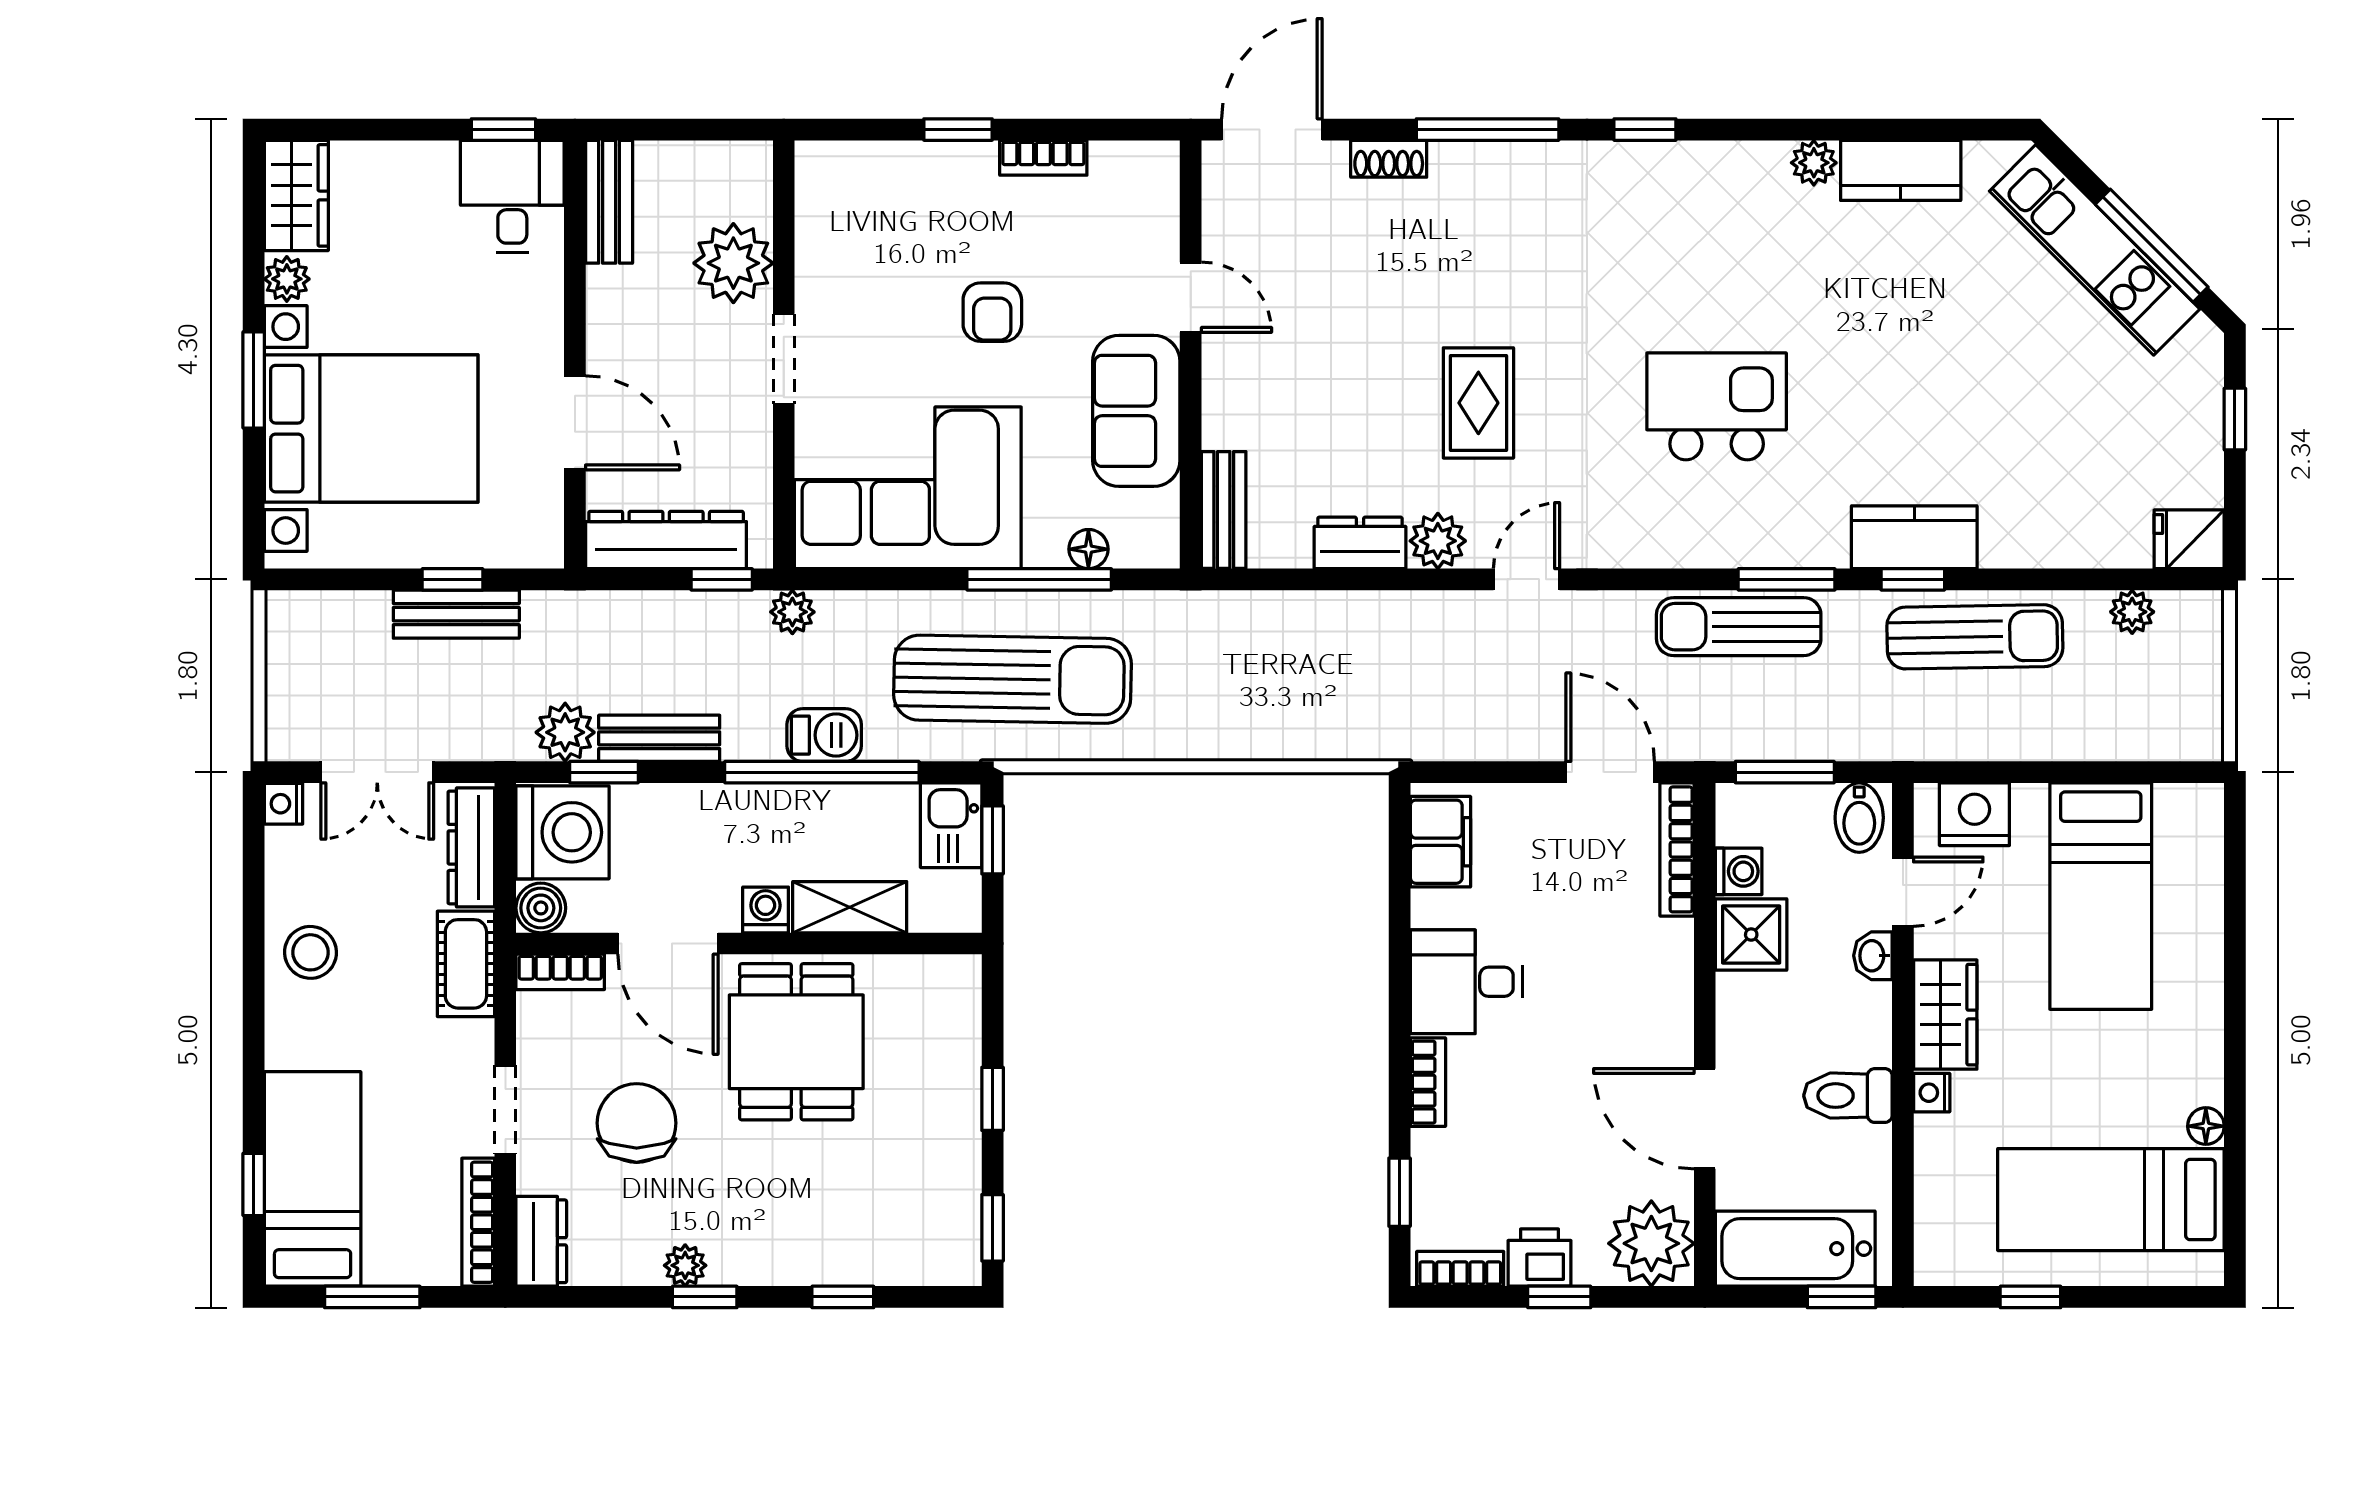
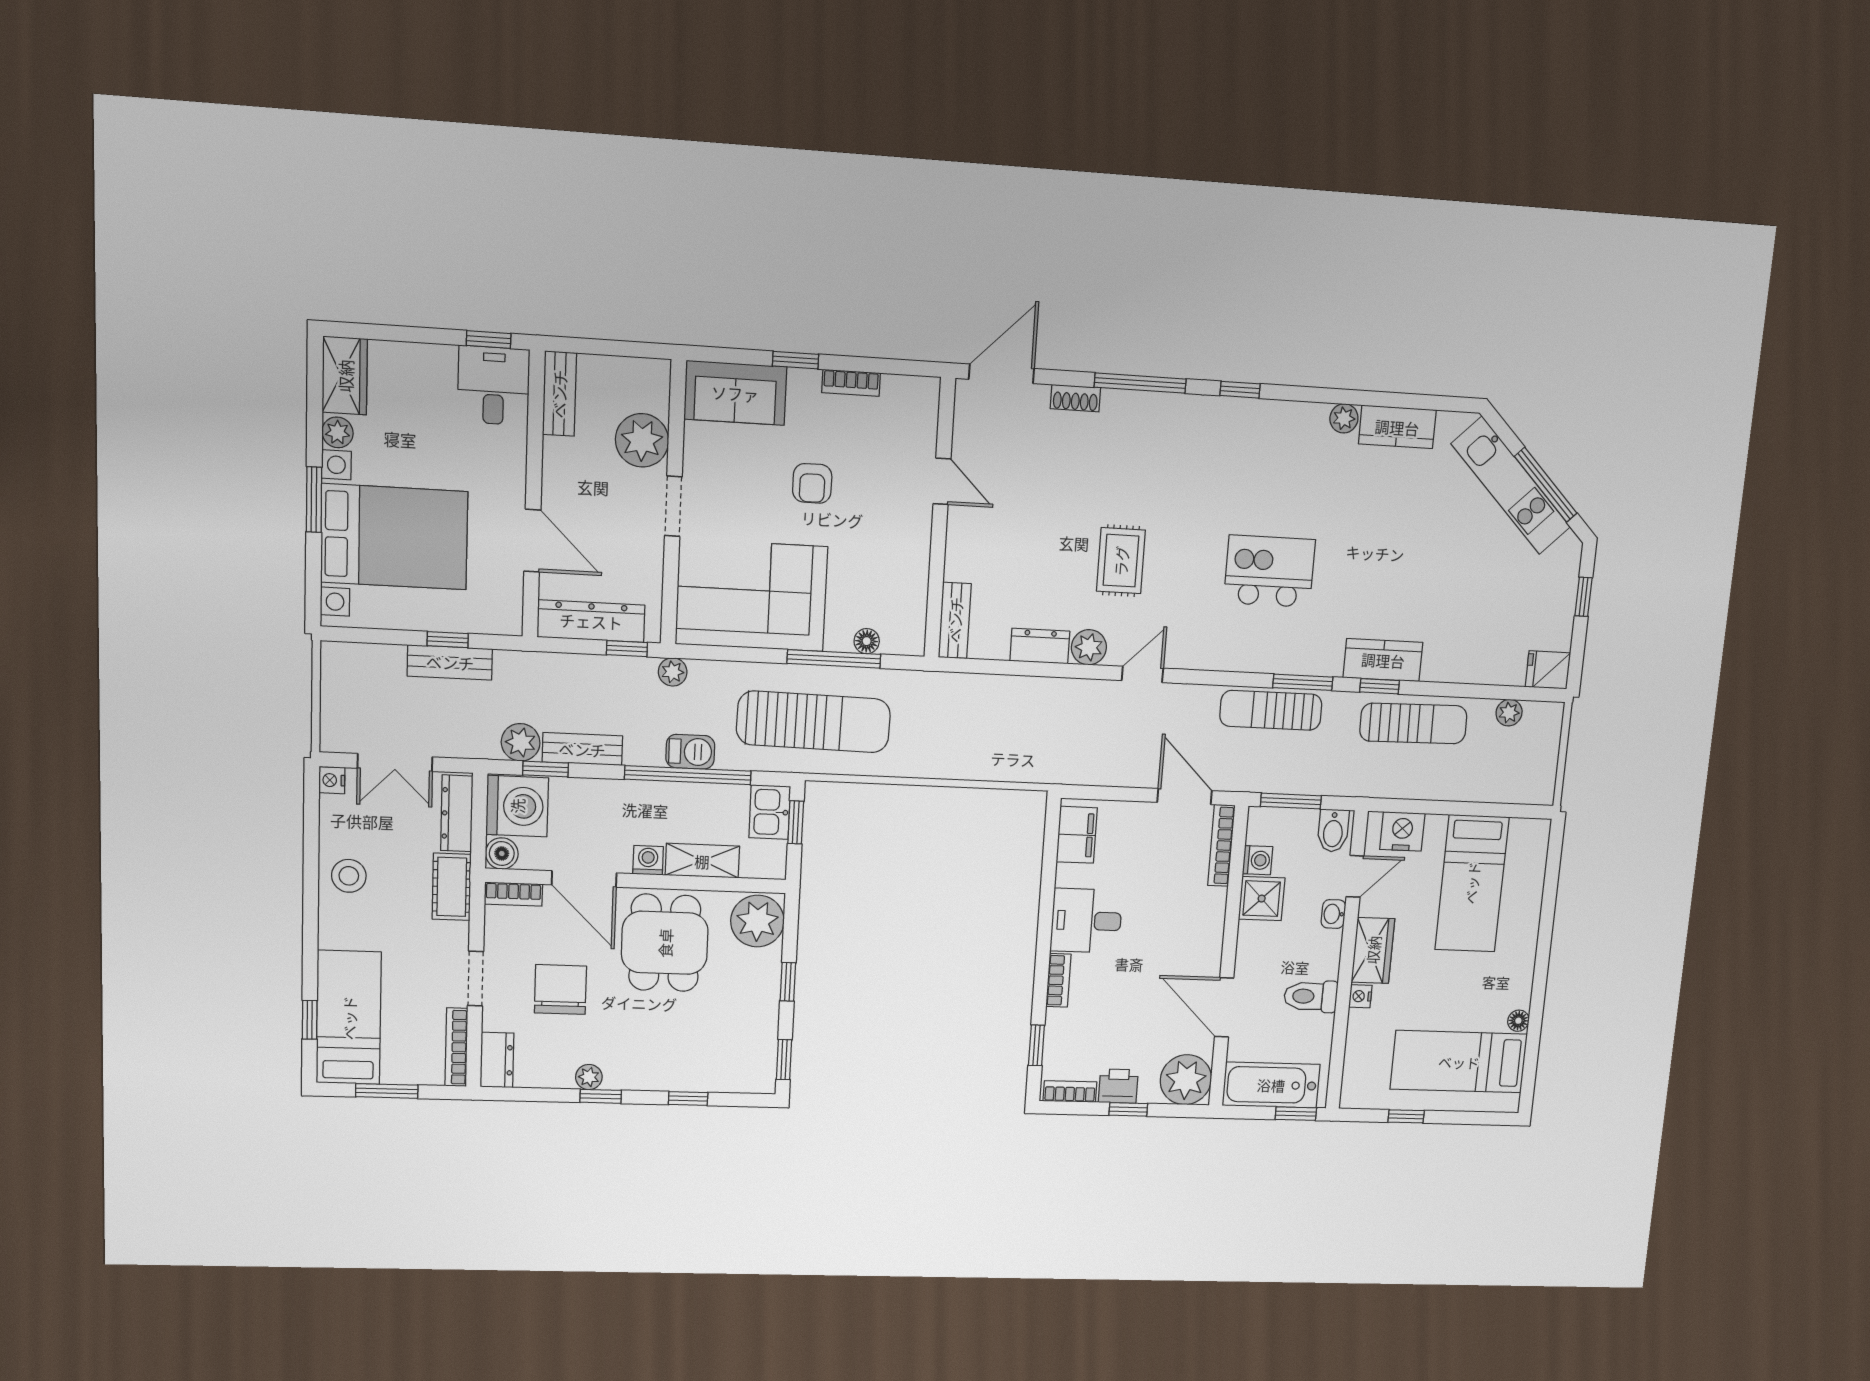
sofa: (1136, 411) -> (735, 393), moved, turned -90
plant: (940, 1001) -> (757, 921), added

